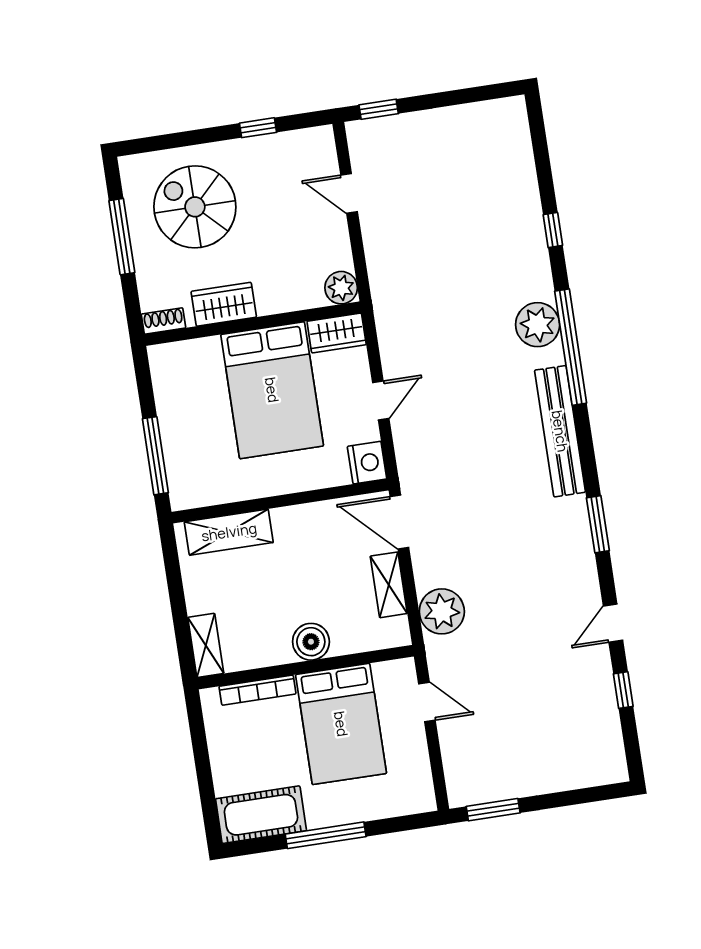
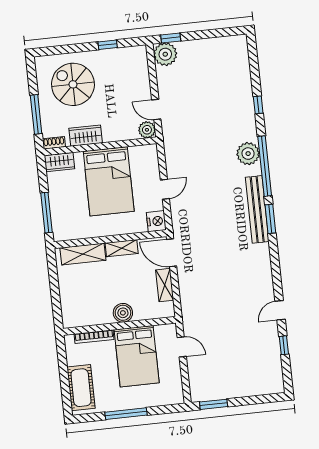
door: (349, 193) -> (156, 110), moved
window: (122, 237) -> (36, 114), moved
wardrobe: (337, 333) -> (59, 162), moved
window: (598, 524) -> (270, 219), moved
plant: (442, 611) -> (165, 54), moved
shelving: (206, 645) -> (122, 248), moved, turned 90
cot: (261, 815) -> (81, 388), moved, turned 90

